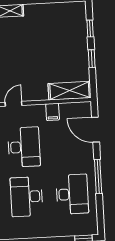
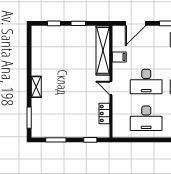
shelving: (70, 91) -> (103, 50), width x1.47
desk: (24, 147) -> (146, 82), turned 180

